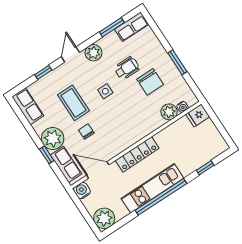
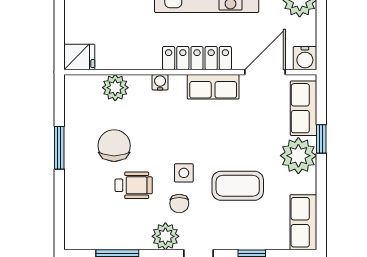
row of seats: (132, 27) -> (213, 87), moved, turned 180
wheelchair: (127, 68) -> (134, 185), turned 180
coffee table: (74, 103) -> (238, 186), turned 90
water cooler: (183, 107) -> (160, 82), moved
chair: (86, 131) -> (179, 204), moved
door: (98, 170) -> (265, 72), swing flipped

